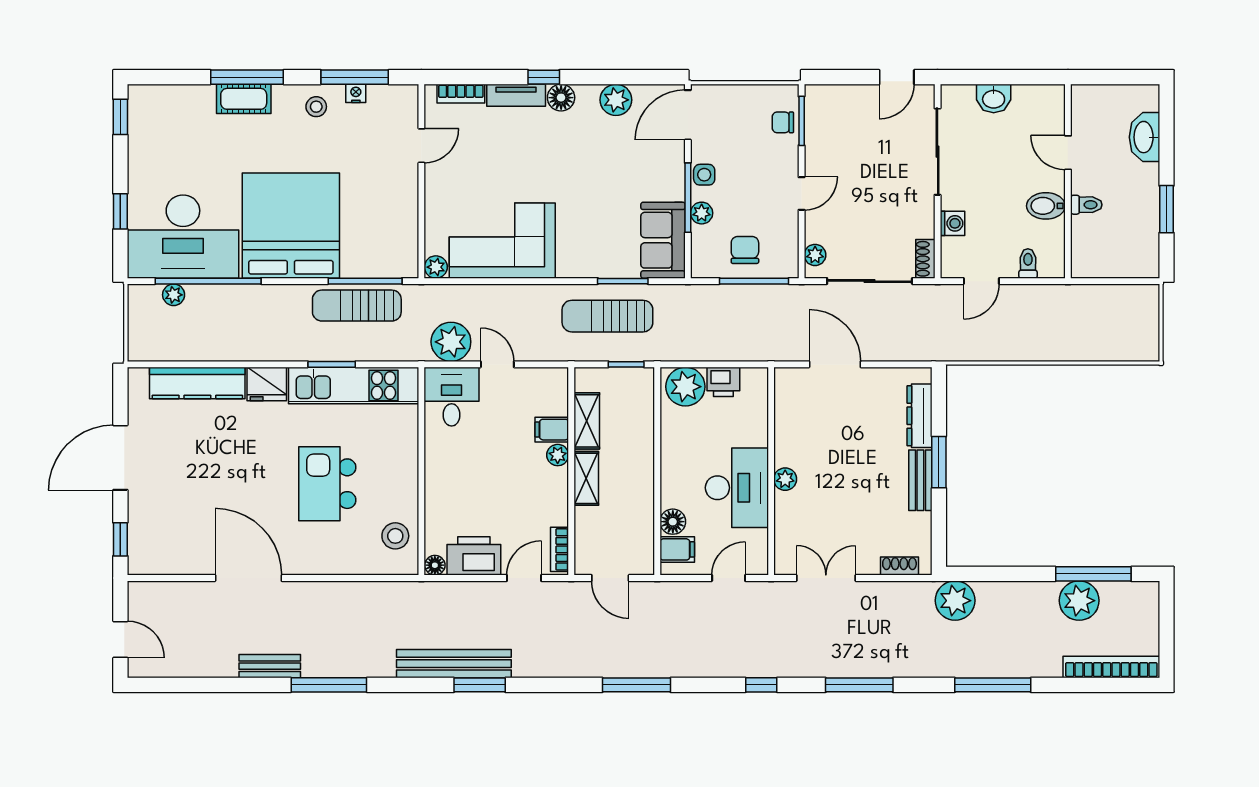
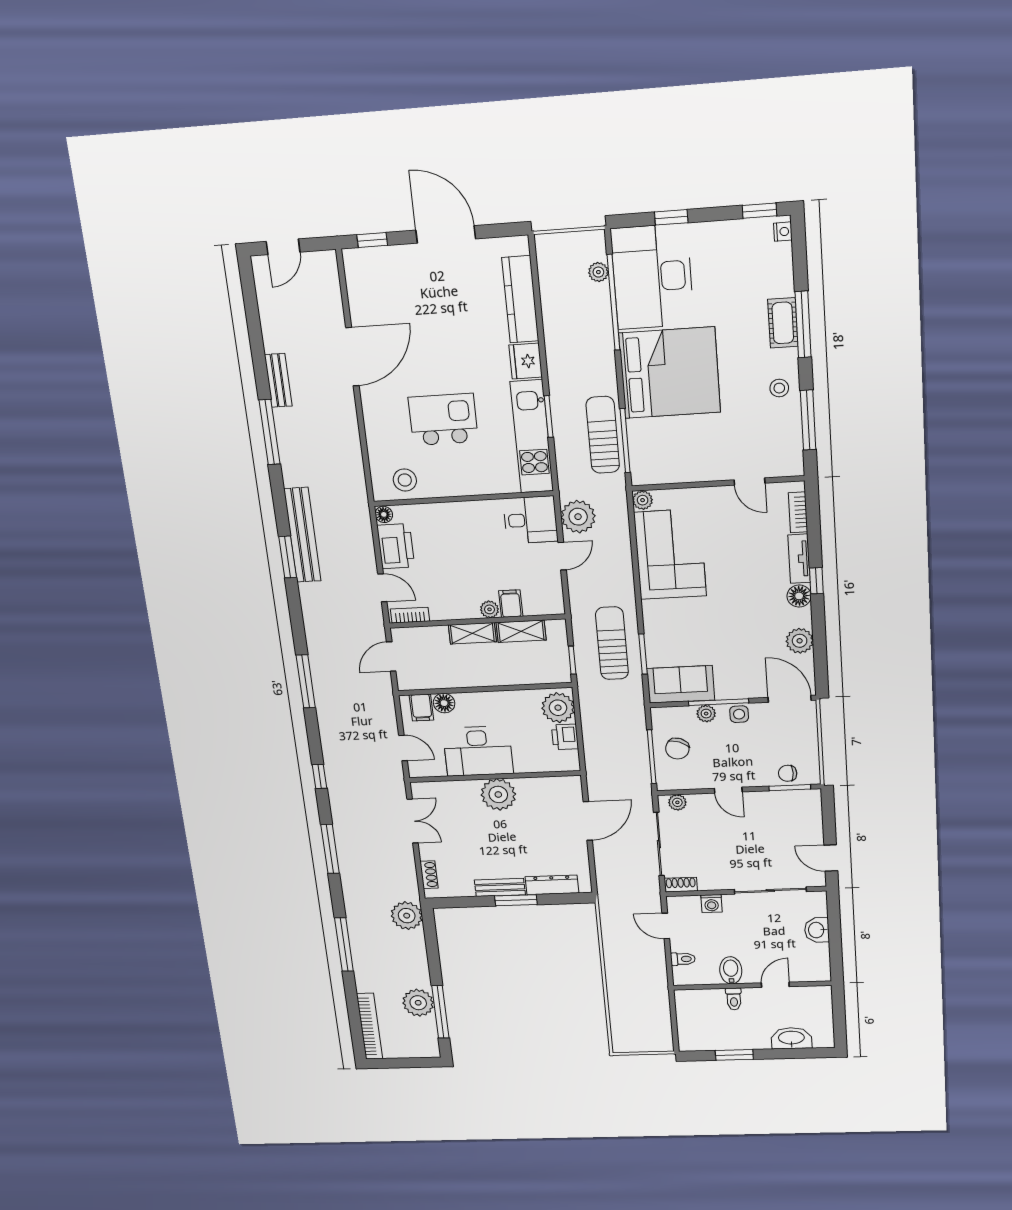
nightstand: (356, 93) -> (783, 232), moved
chair: (783, 122) -> (788, 773), turned -90
chair: (745, 250) -> (677, 749), turned 111
plant: (785, 479) -> (498, 794), width x1.87, depth x1.87

